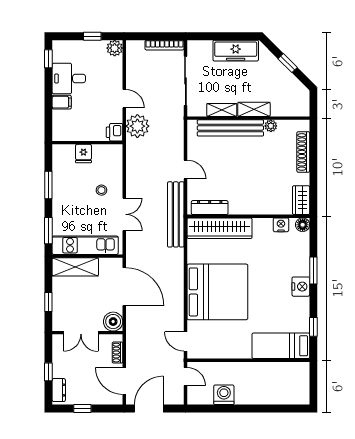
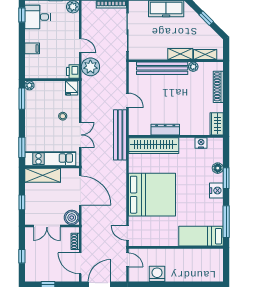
desk: (69, 78) -> (38, 17), moved
shelving: (222, 110) -> (205, 54), moved
plant: (58, 150) -> (29, 85), added
fridge: (83, 154) -> (72, 88), moved
window: (48, 185) -> (22, 99), moved
dresser: (210, 208) -> (165, 130), moved
floor lamp: (303, 225) -> (218, 168), moved
window: (313, 327) -> (226, 222), width x2.17
dresser: (59, 390) -> (30, 270), removed

